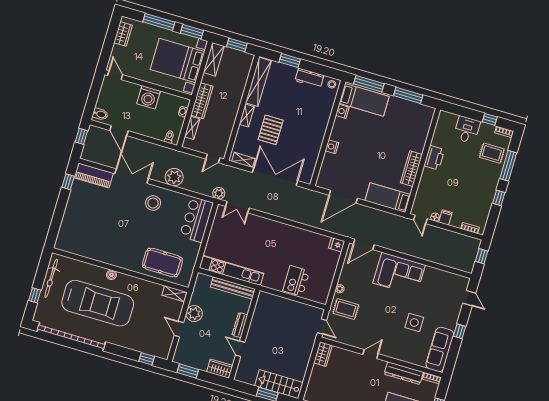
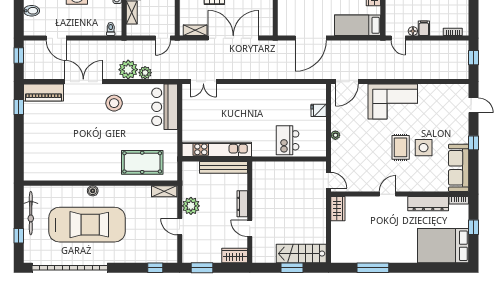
bidet: (100, 114) -> (32, 11), moved
plant: (219, 193) -> (145, 73), moved
fridge: (337, 245) -> (319, 110), moved
rug: (346, 309) -> (401, 147), moved, turned 90

